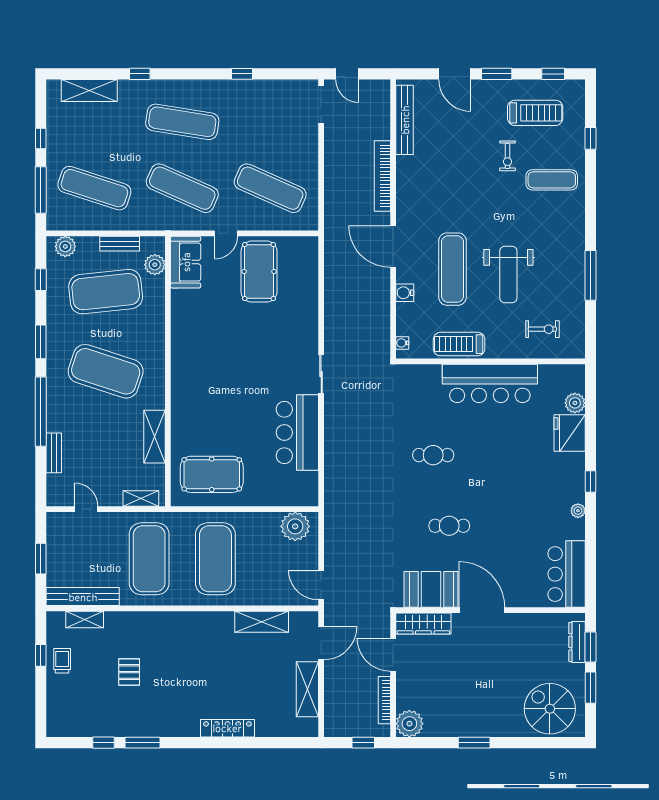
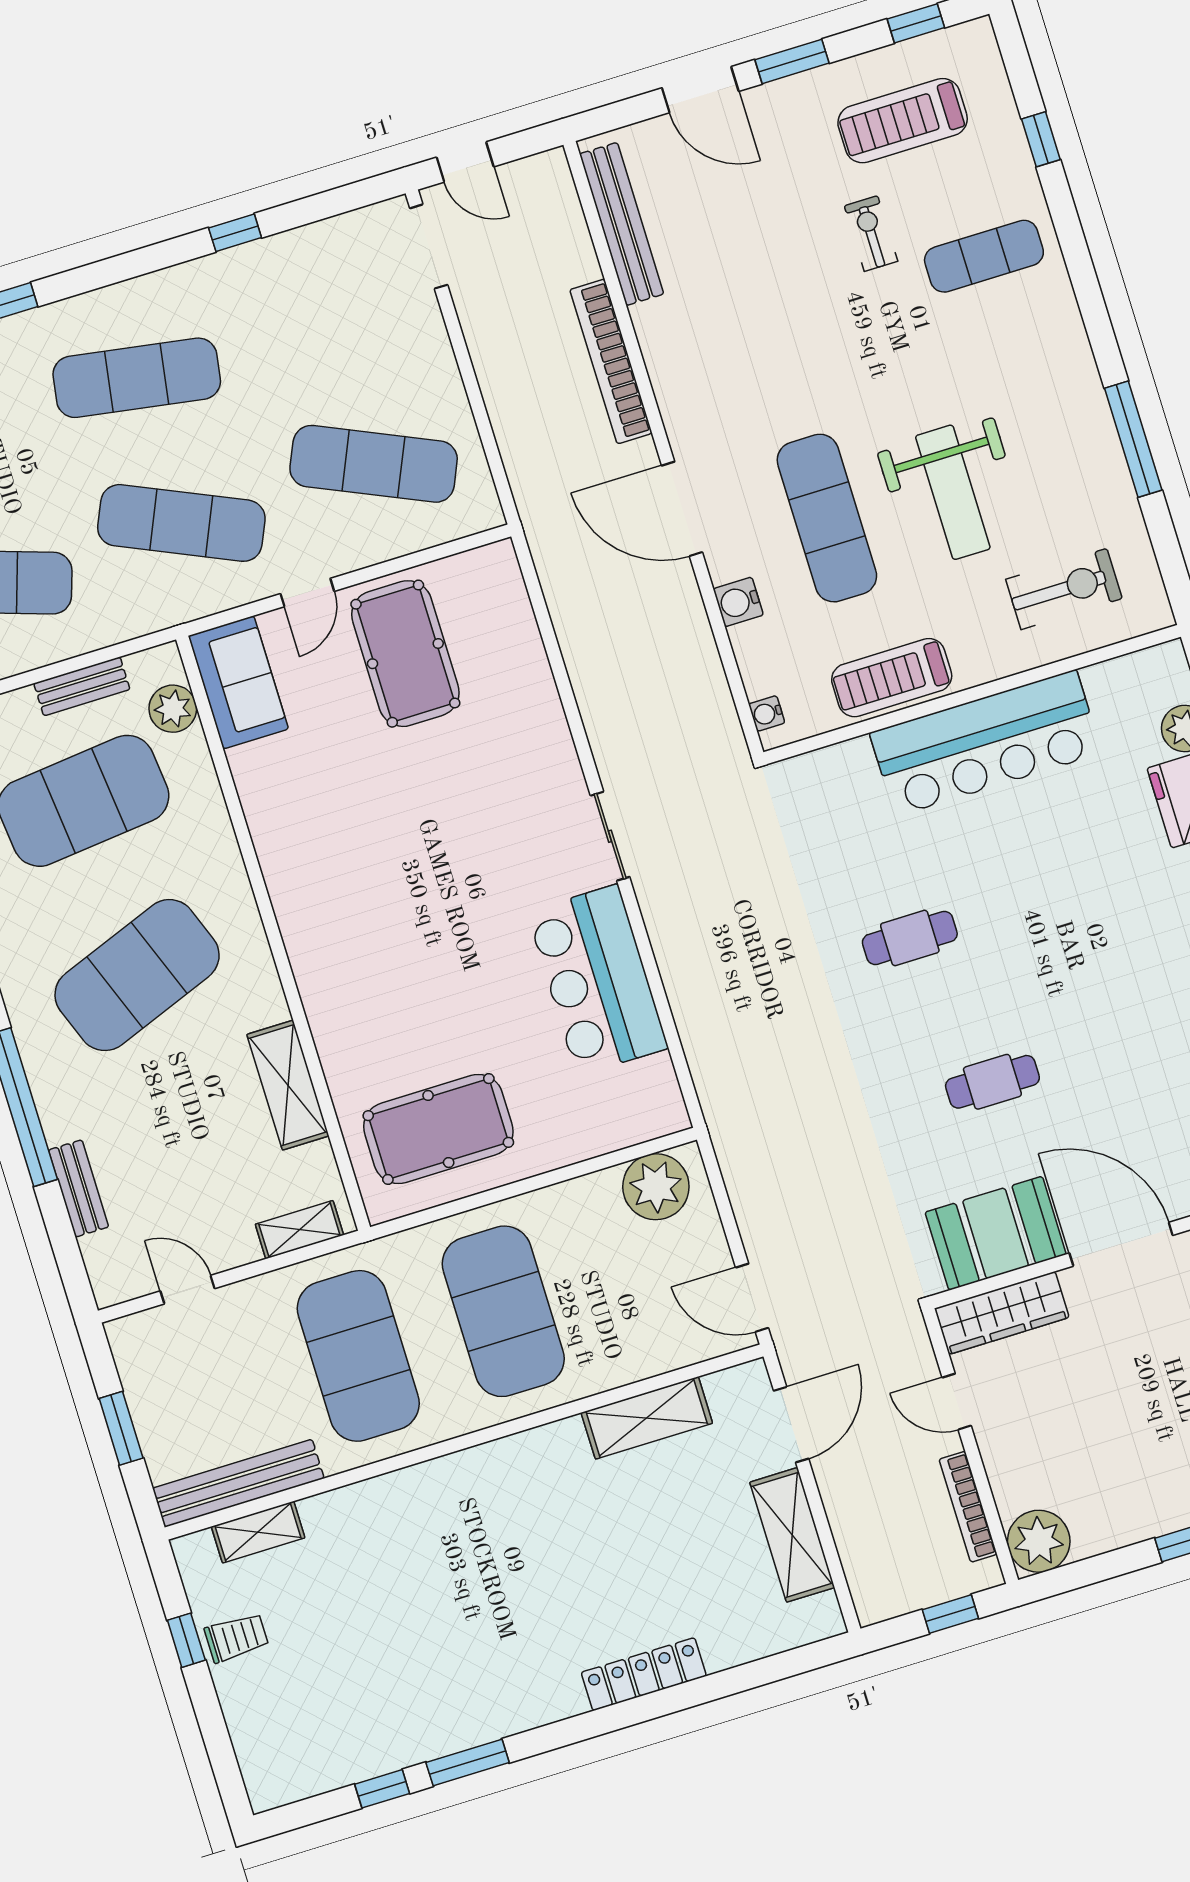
treadmill: (535, 113) -> (903, 121), turned 180
exercise bike: (507, 156) -> (871, 233), turned 180
exercise bike: (542, 329) -> (1064, 589), width x1.38, depth x1.39
exercise mat: (106, 371) -> (137, 975), turned -39
door: (393, 655) -> (957, 1402), width x0.73
trolley: (62, 661) -> (236, 1638), turned 90
pallet: (129, 672) -> (391, 1617), removed

